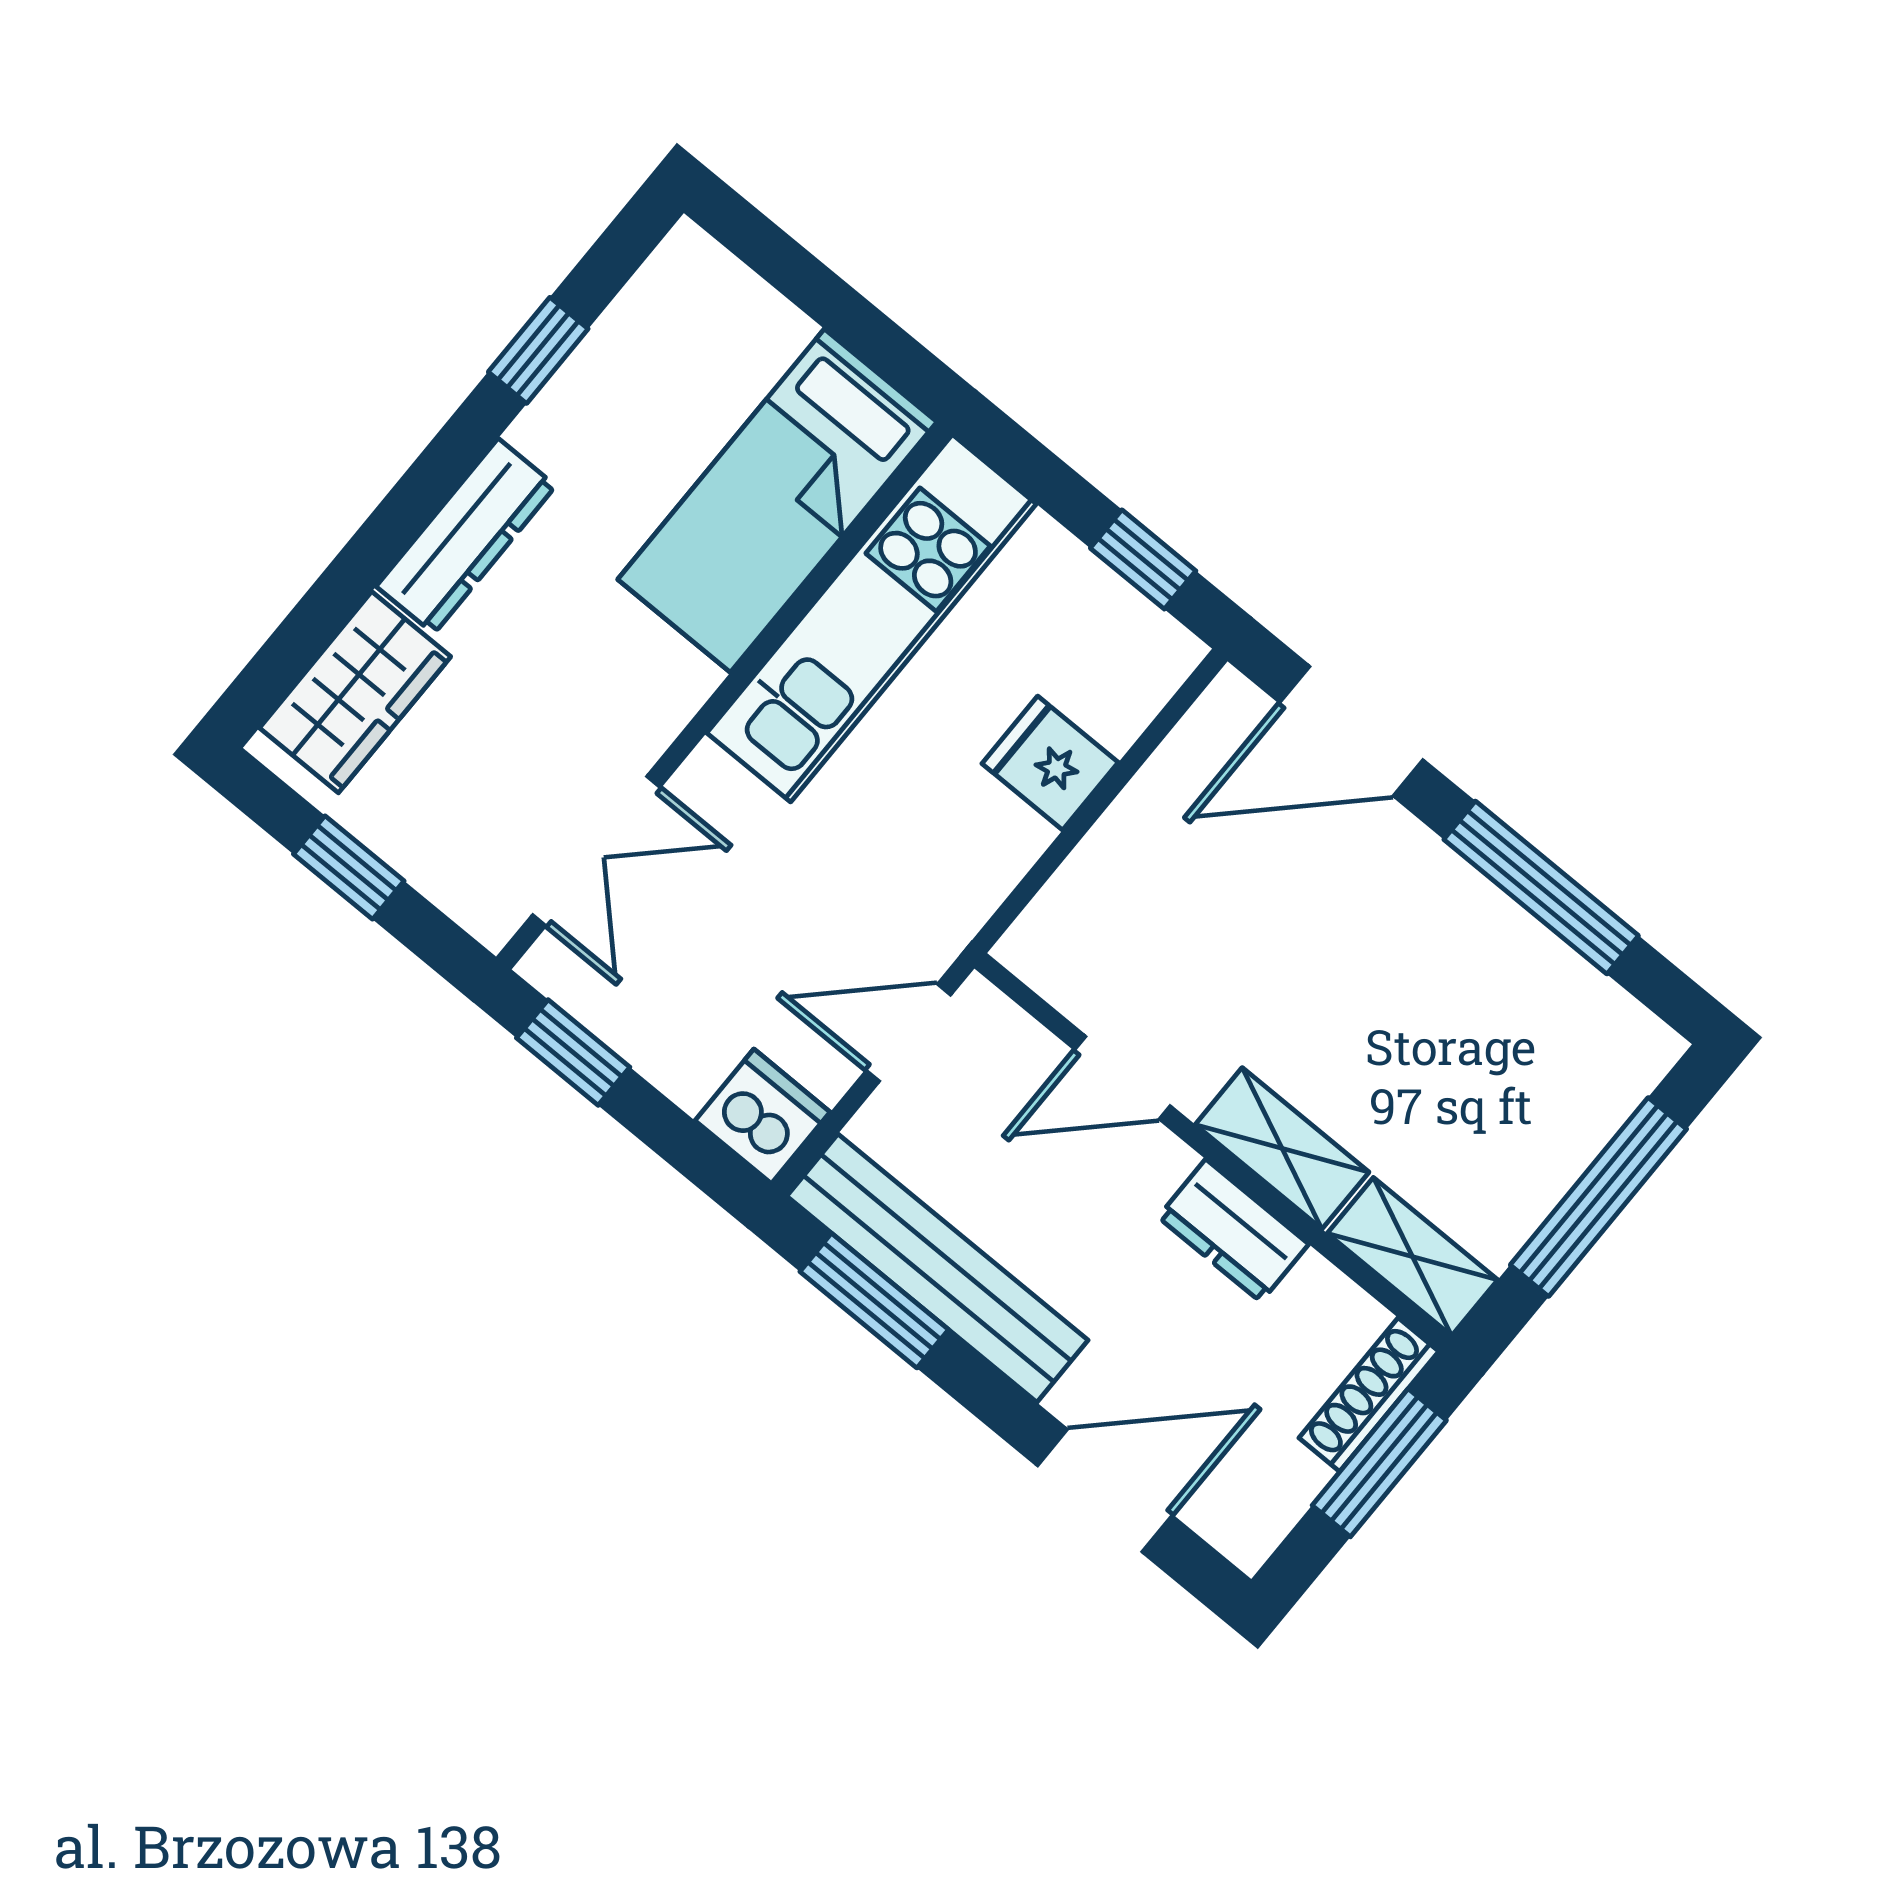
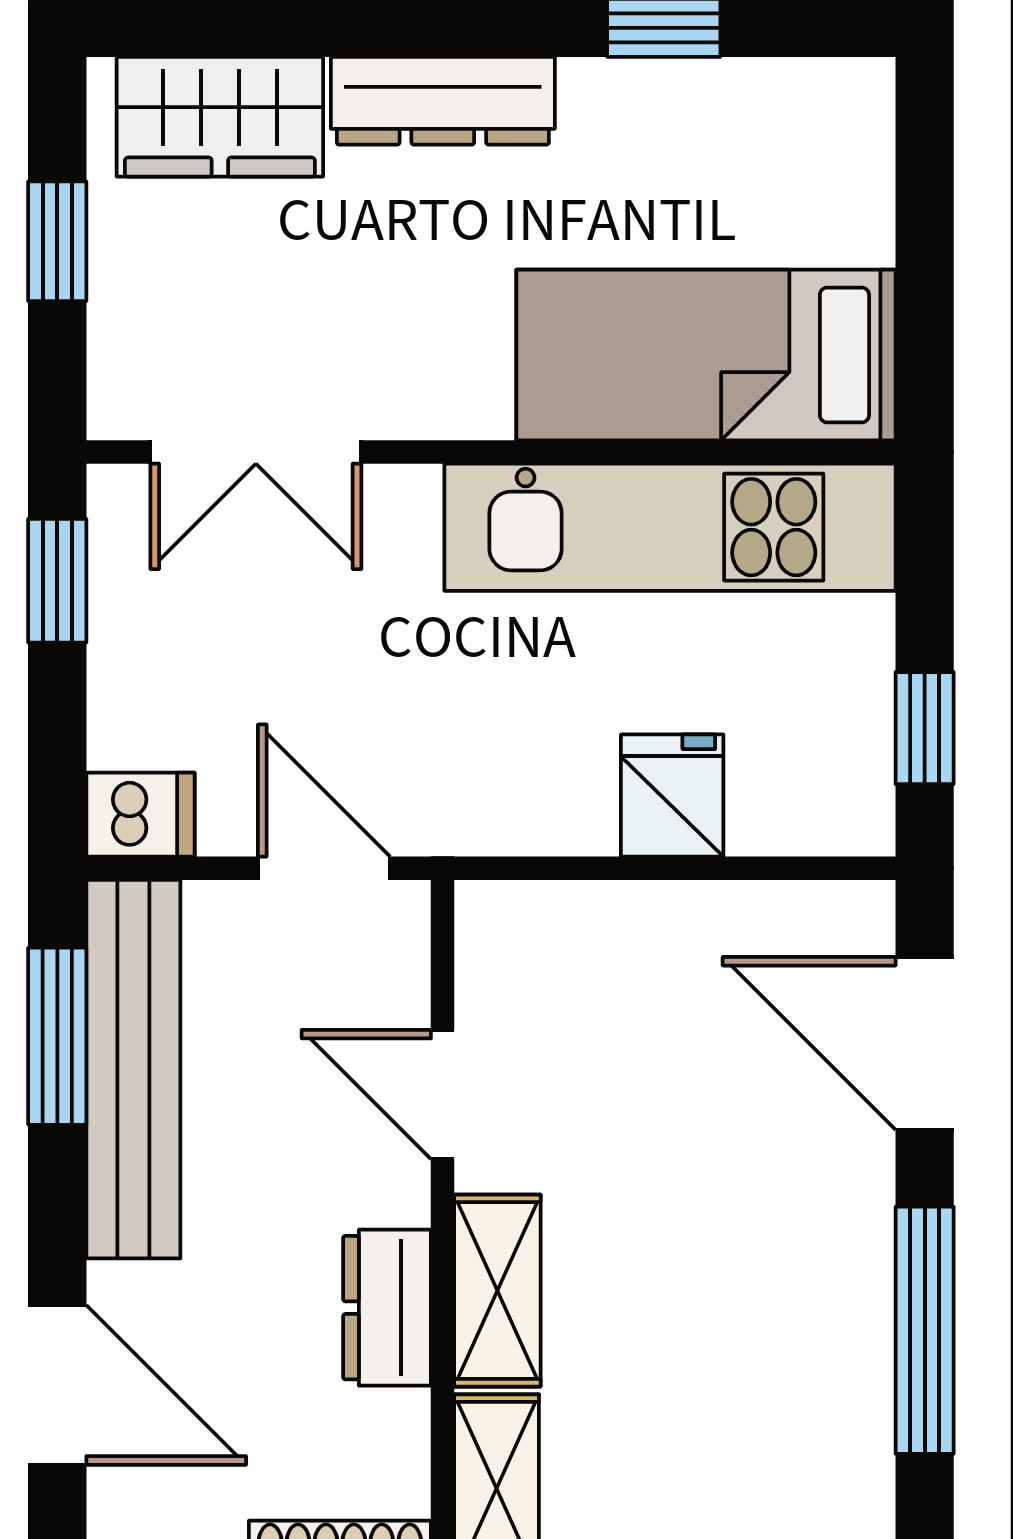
dishwasher: (763, 1116) -> (140, 815), width x0.73

